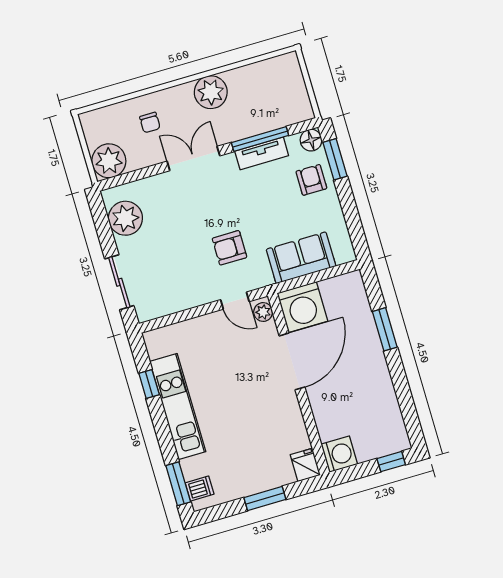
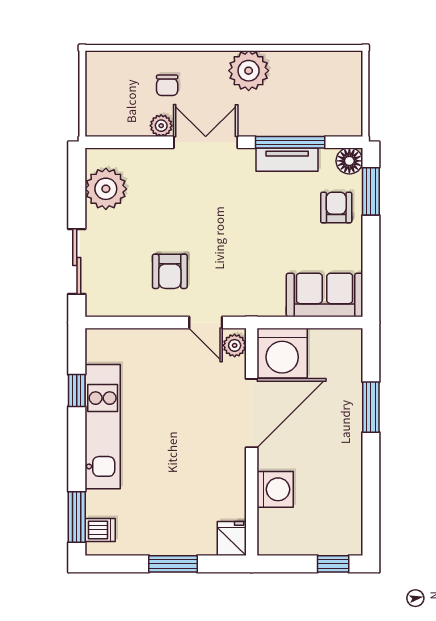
plant: (109, 161) -> (161, 126), moved, width x0.53, depth x0.53
armchair: (229, 248) -> (170, 271), moved, turned -90
sofa: (301, 258) -> (325, 295), moved
washing machine: (339, 454) -> (275, 489), moved

